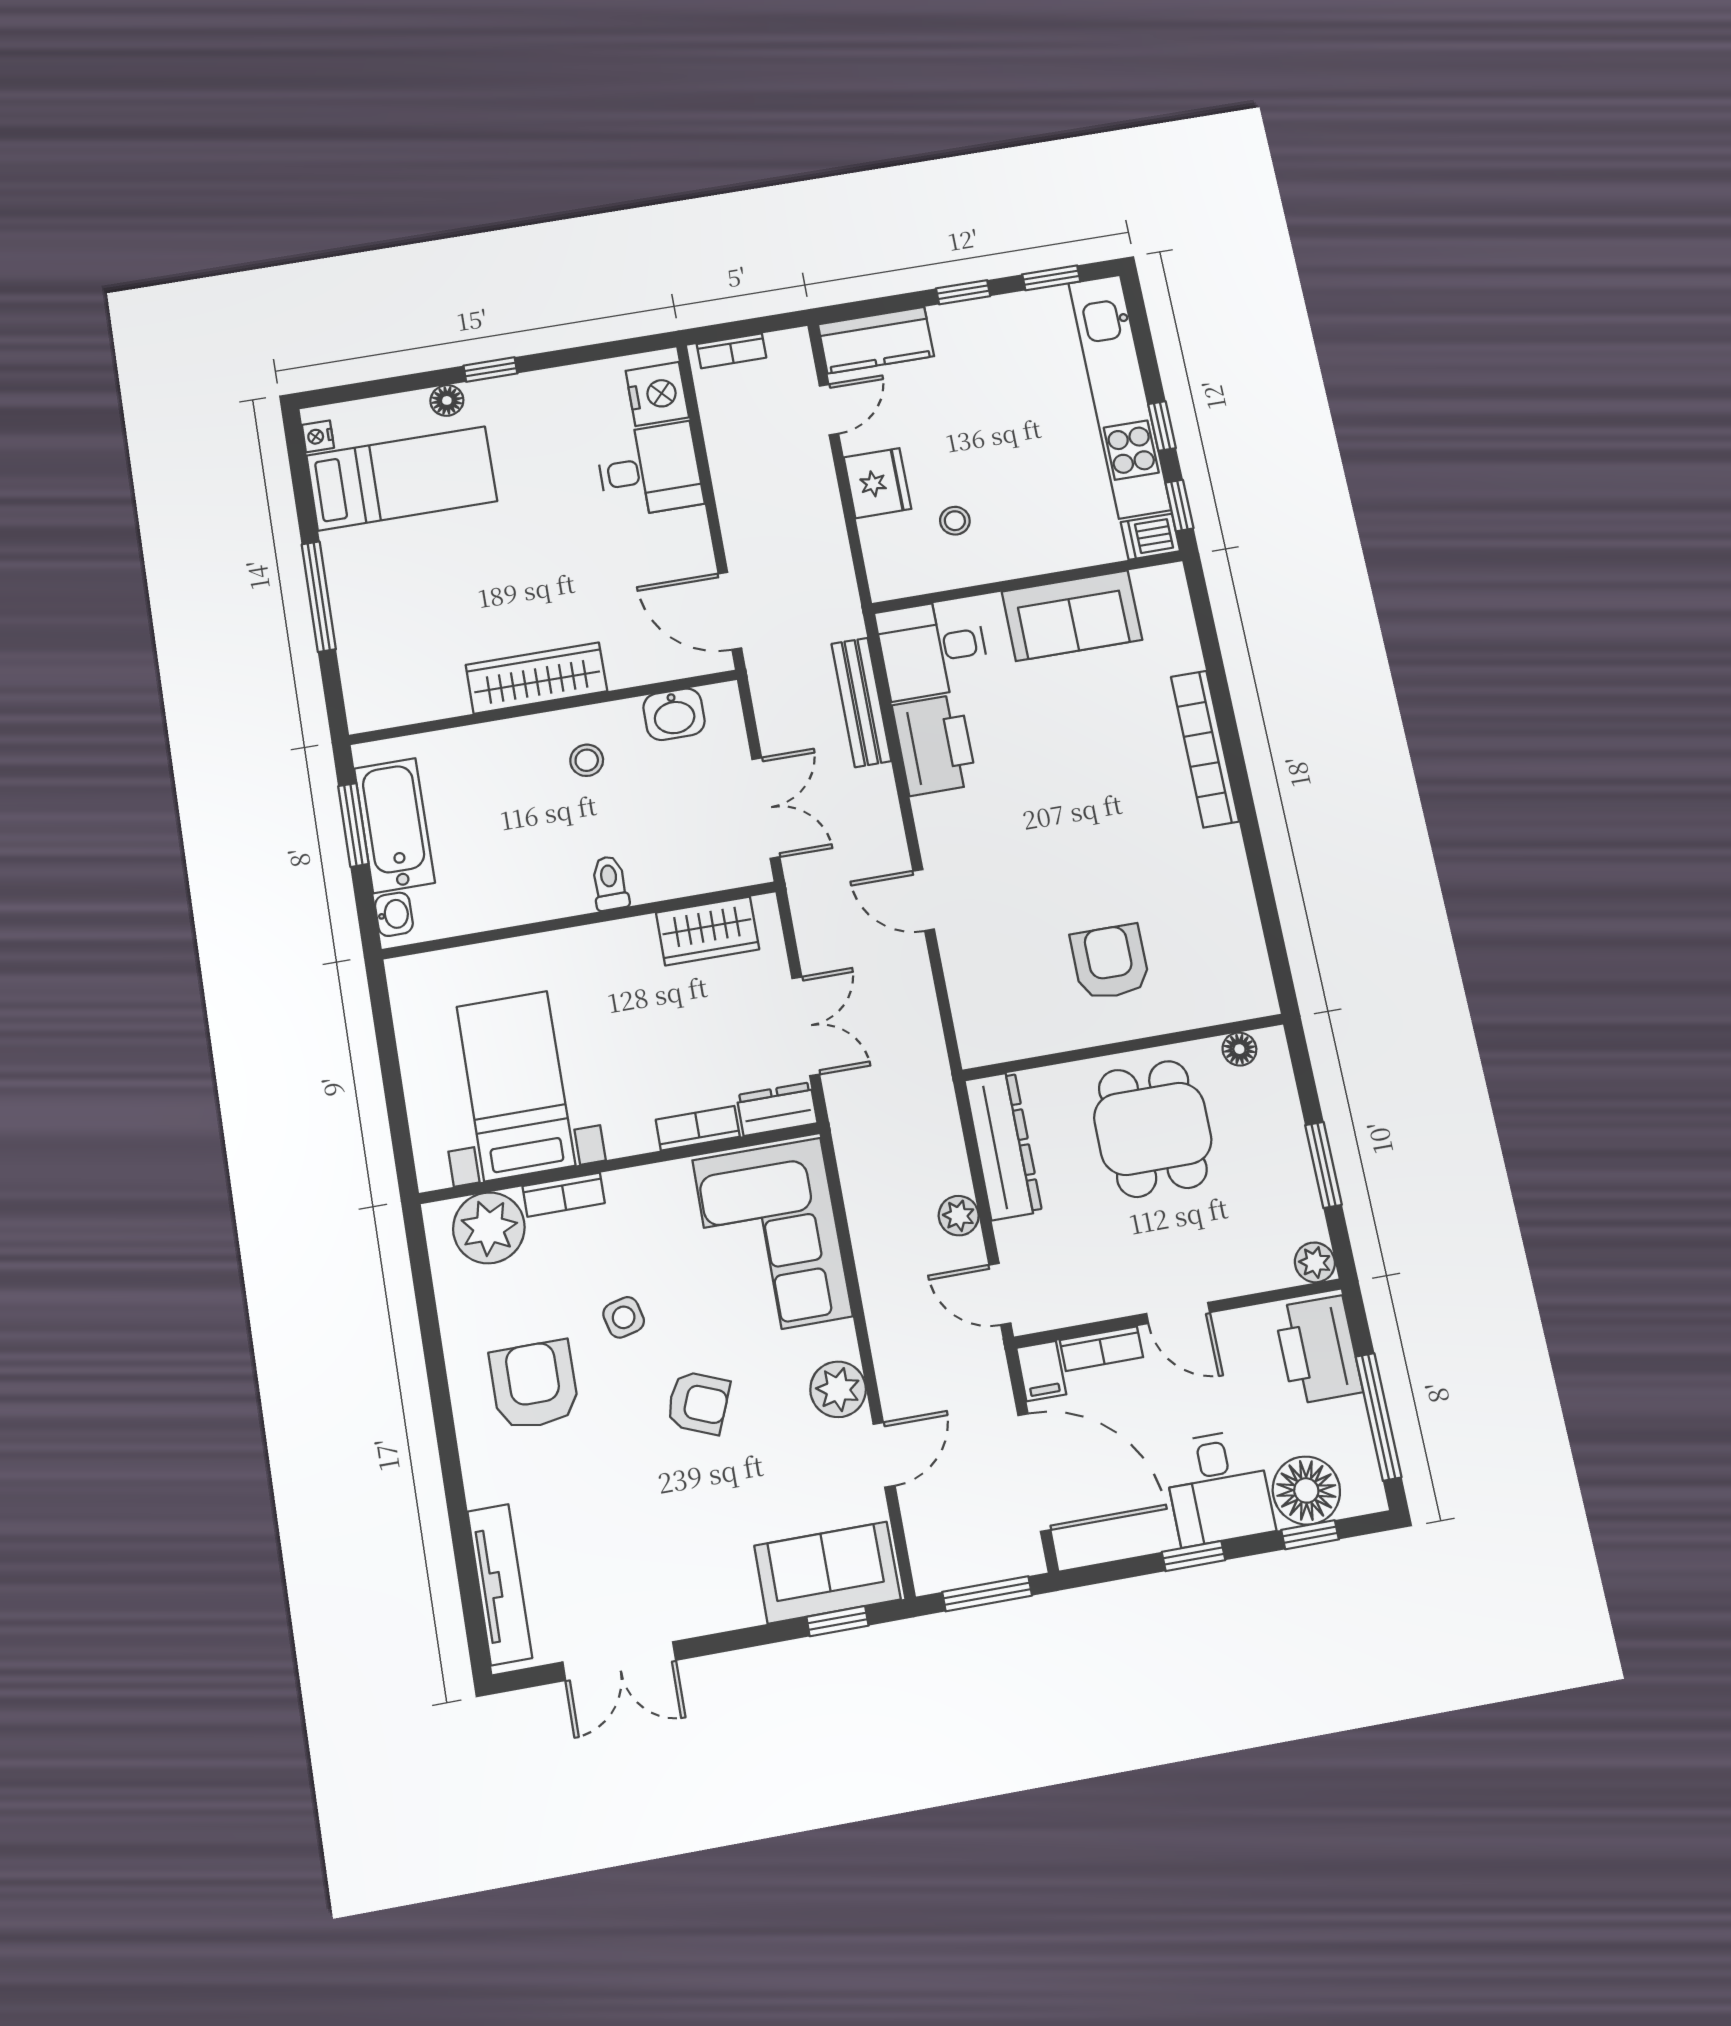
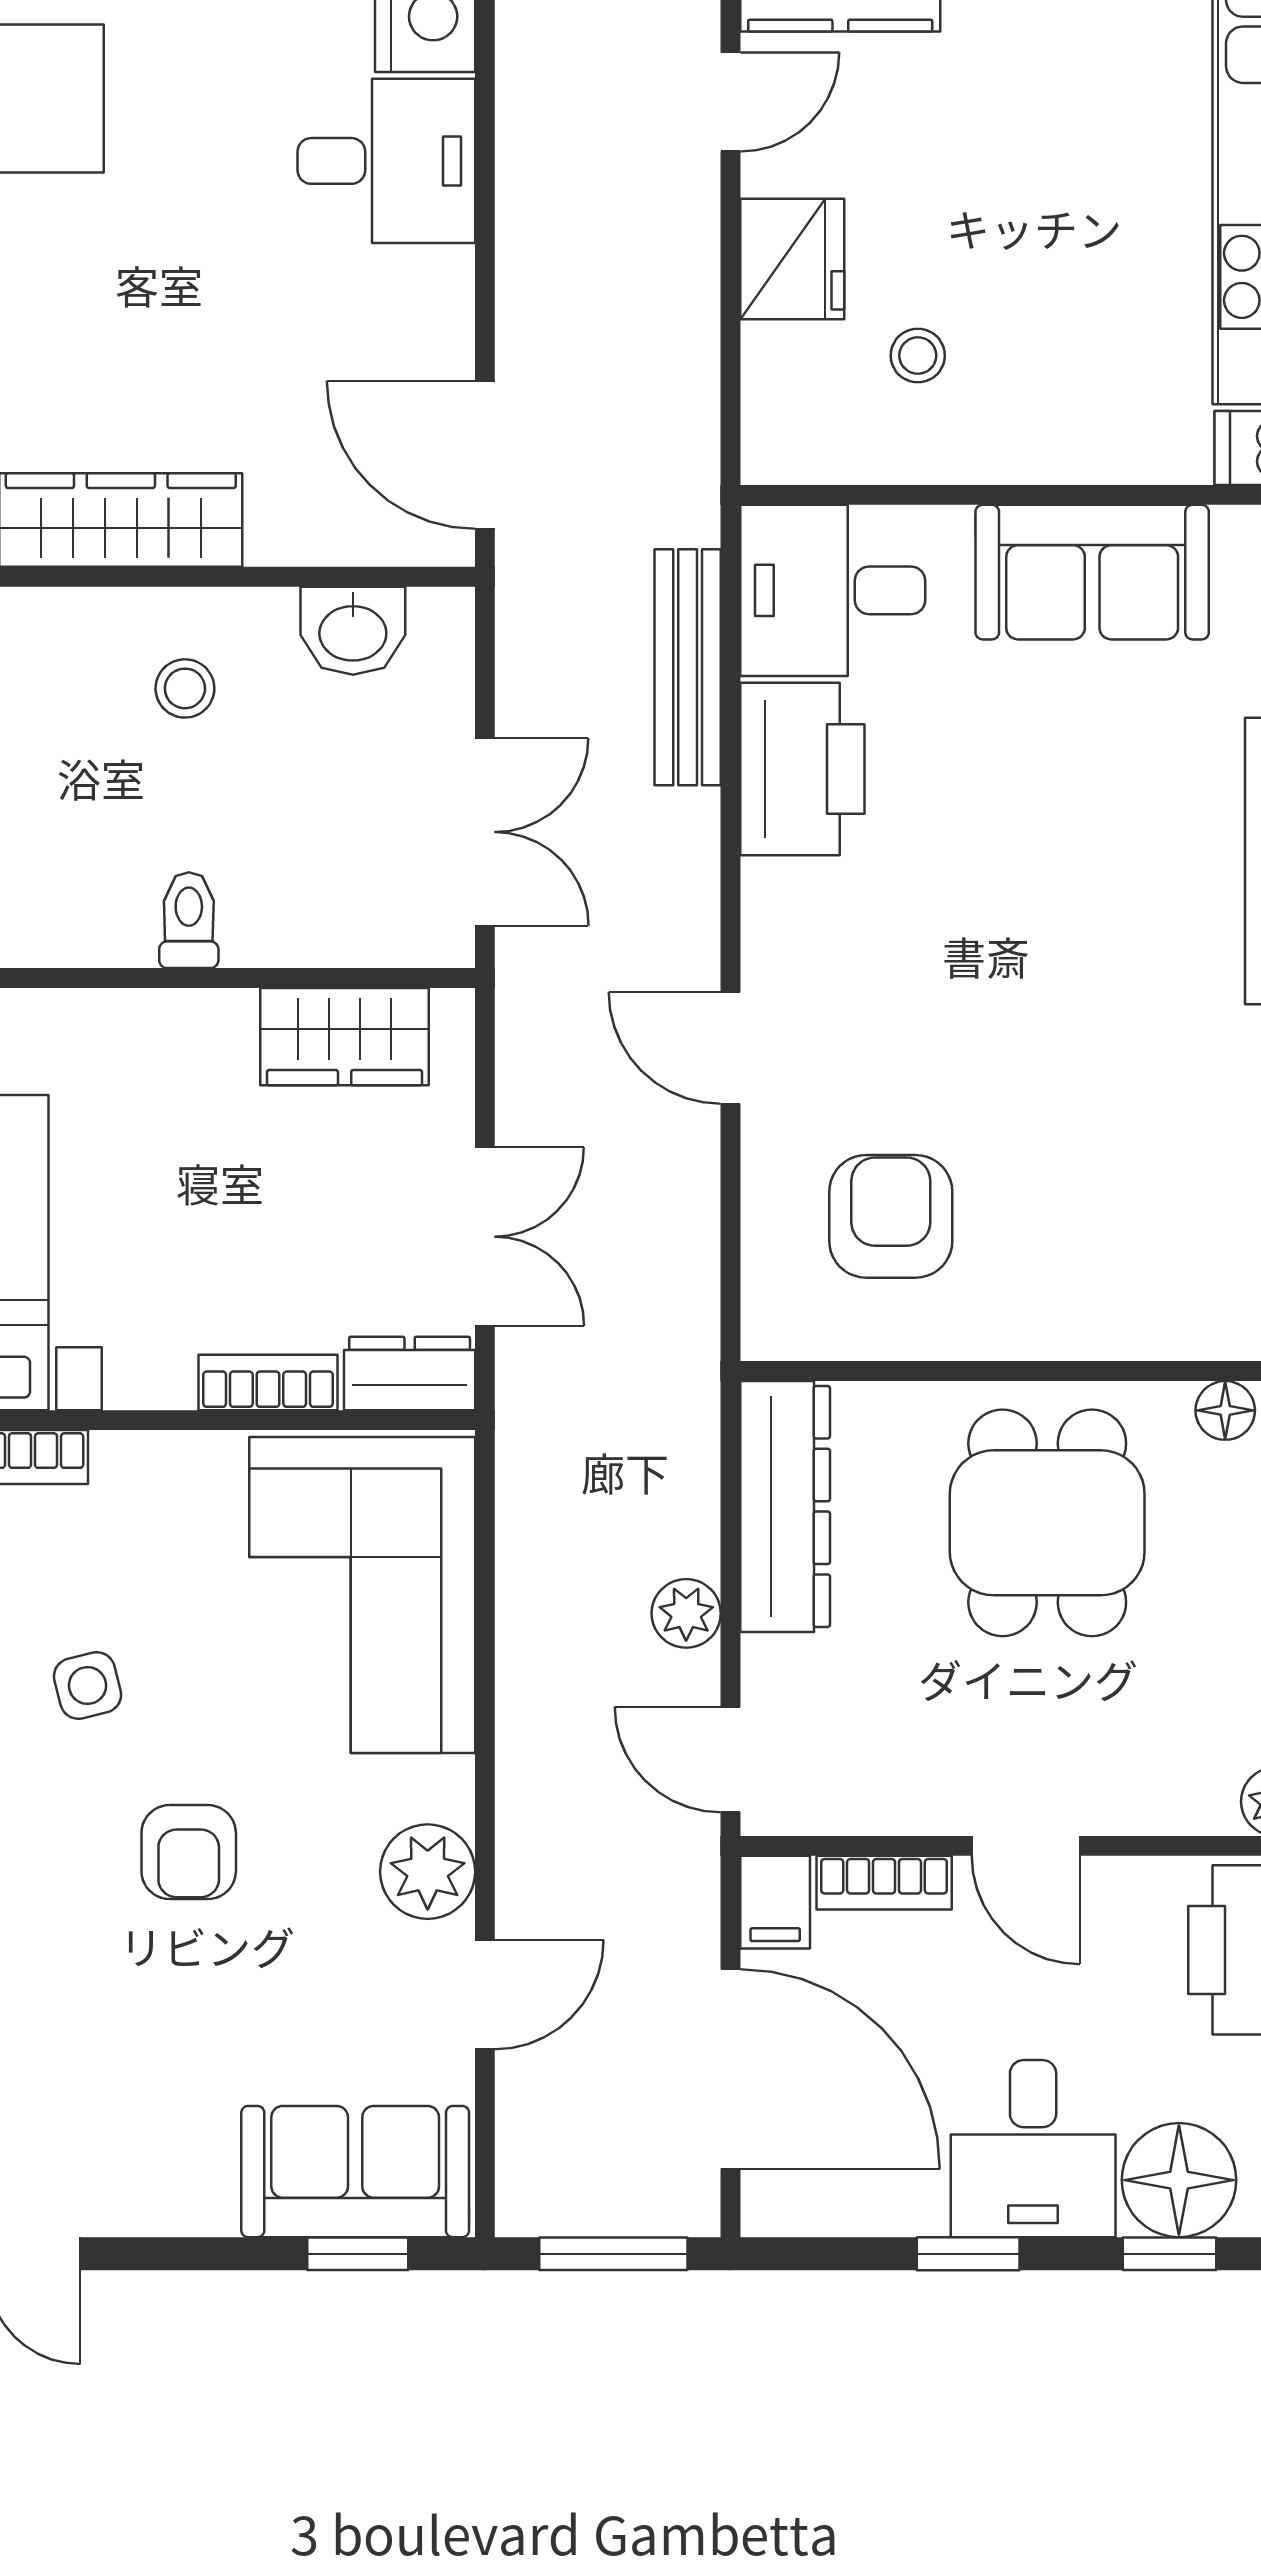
armchair: (1110, 962) -> (891, 1216), moved
armchair: (698, 1403) -> (189, 1852), turned 68

